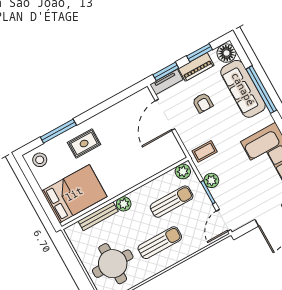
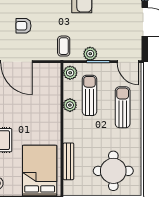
armchair: (203, 103) -> (23, 26), turned 180
plant: (124, 204) -> (70, 105), moved
sun lounger: (160, 243) -> (123, 107), moved

